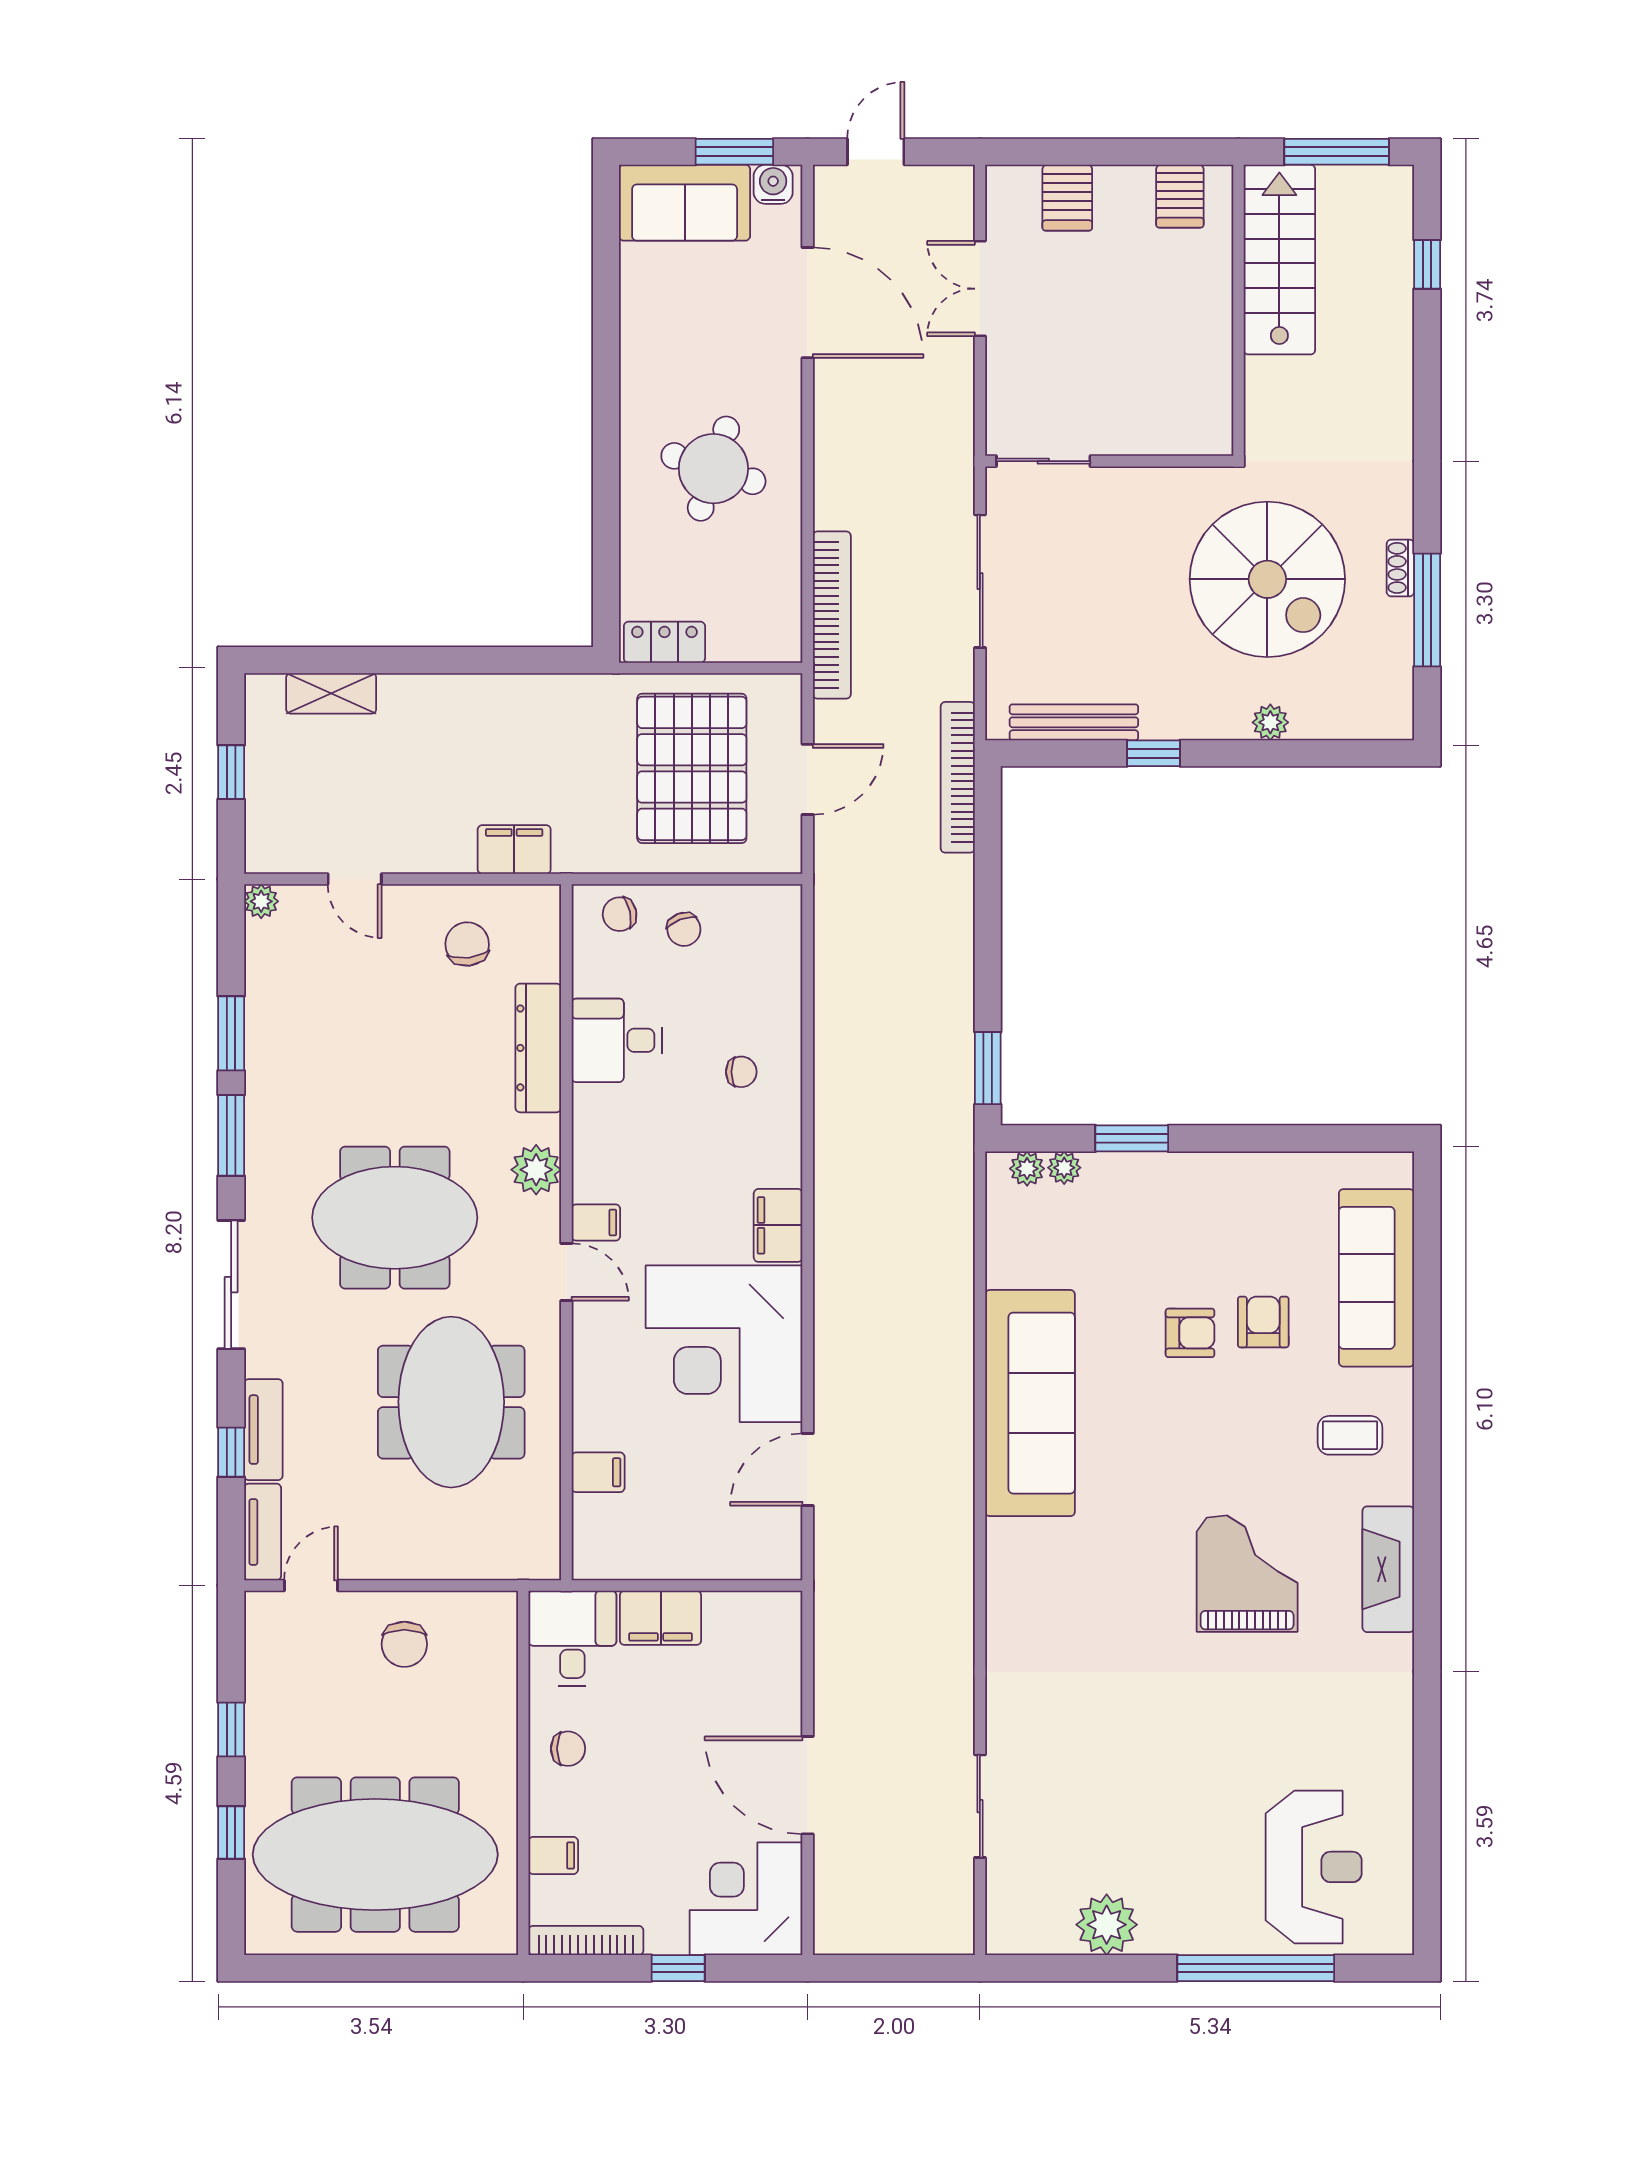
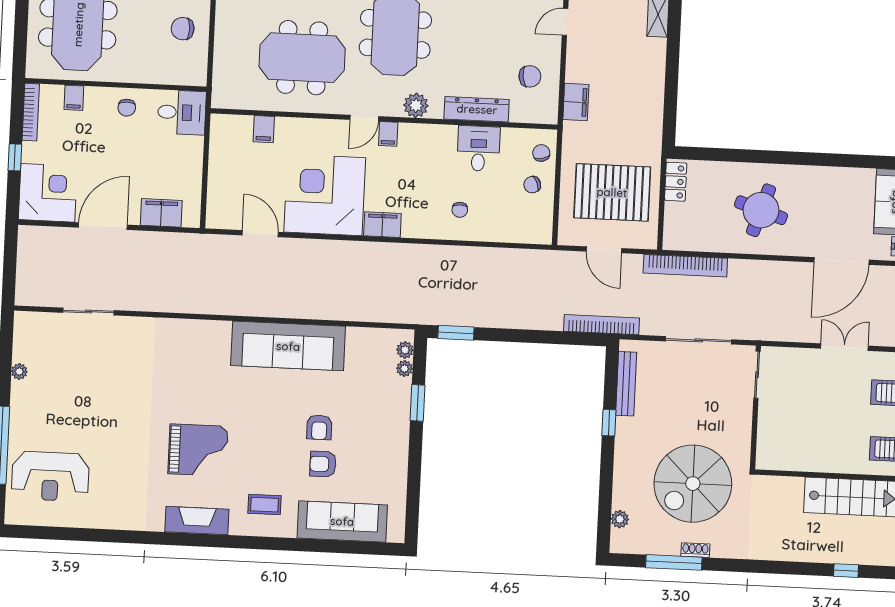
plant: (1270, 722) -> (620, 519), moved
armchair: (1263, 1322) -> (323, 464), turned 180
coffee table: (1350, 1435) -> (264, 505), turned 90
filing cabinet: (661, 1618) -> (161, 213), moved, turned 90
plant: (1107, 1925) -> (19, 372), width x0.53, depth x0.53

